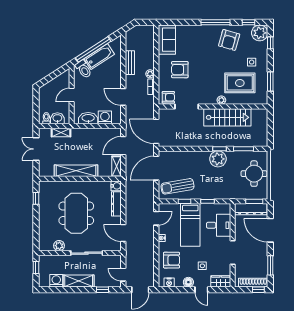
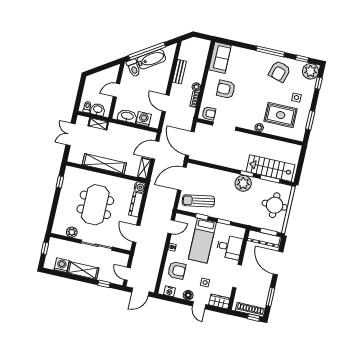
stairs: (227, 117) -> (270, 168), moved, turned 180

